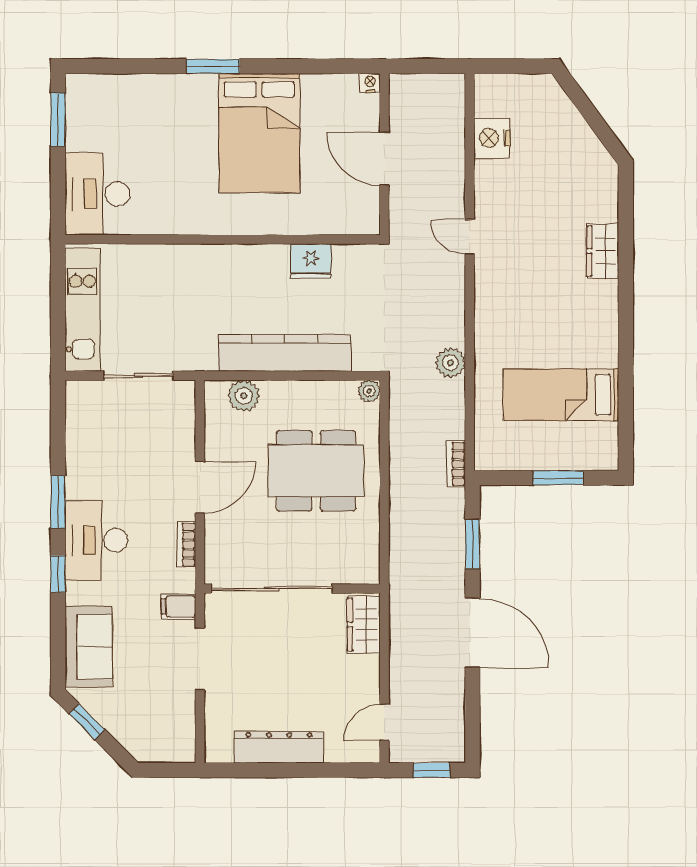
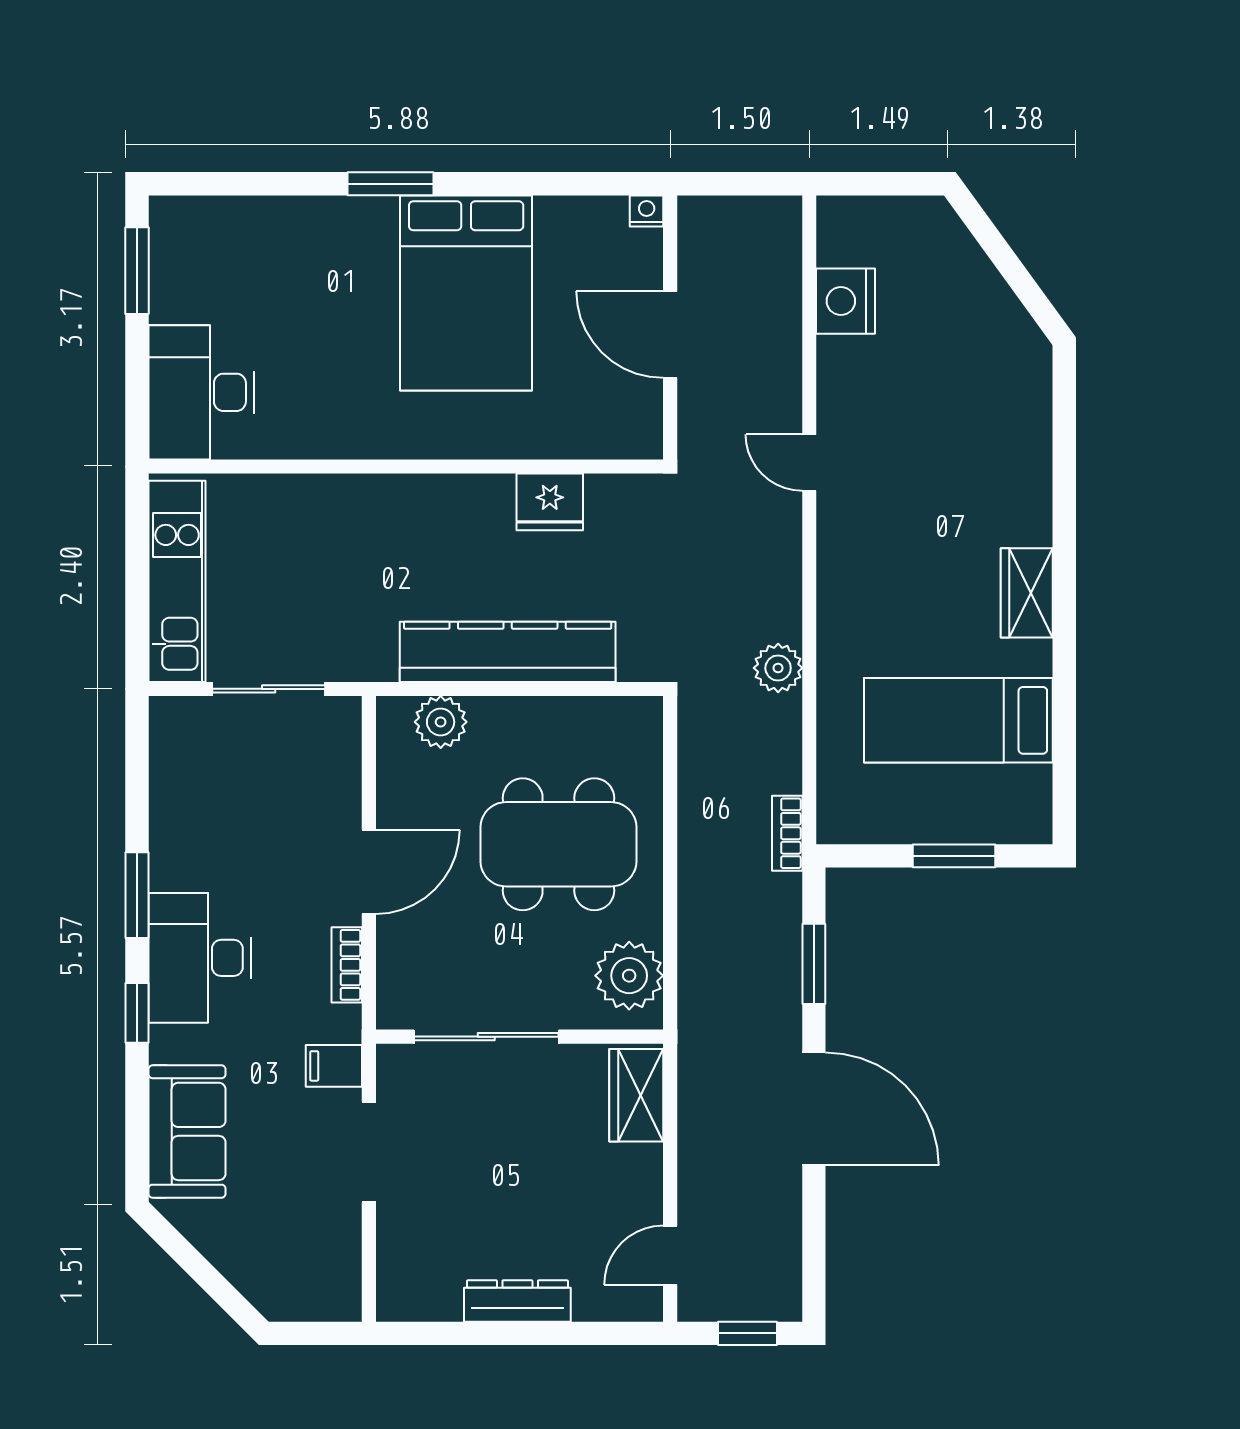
wardrobe: (603, 251) -> (1027, 593), moved
plant: (369, 391) -> (629, 976), moved, width x1.87, depth x1.87
sliding door: (272, 589) -> (486, 1037), width x0.73
window: (87, 722) -> (184, 1254), removed
dresser: (279, 747) -> (517, 1301), width x0.73, depth x0.80

